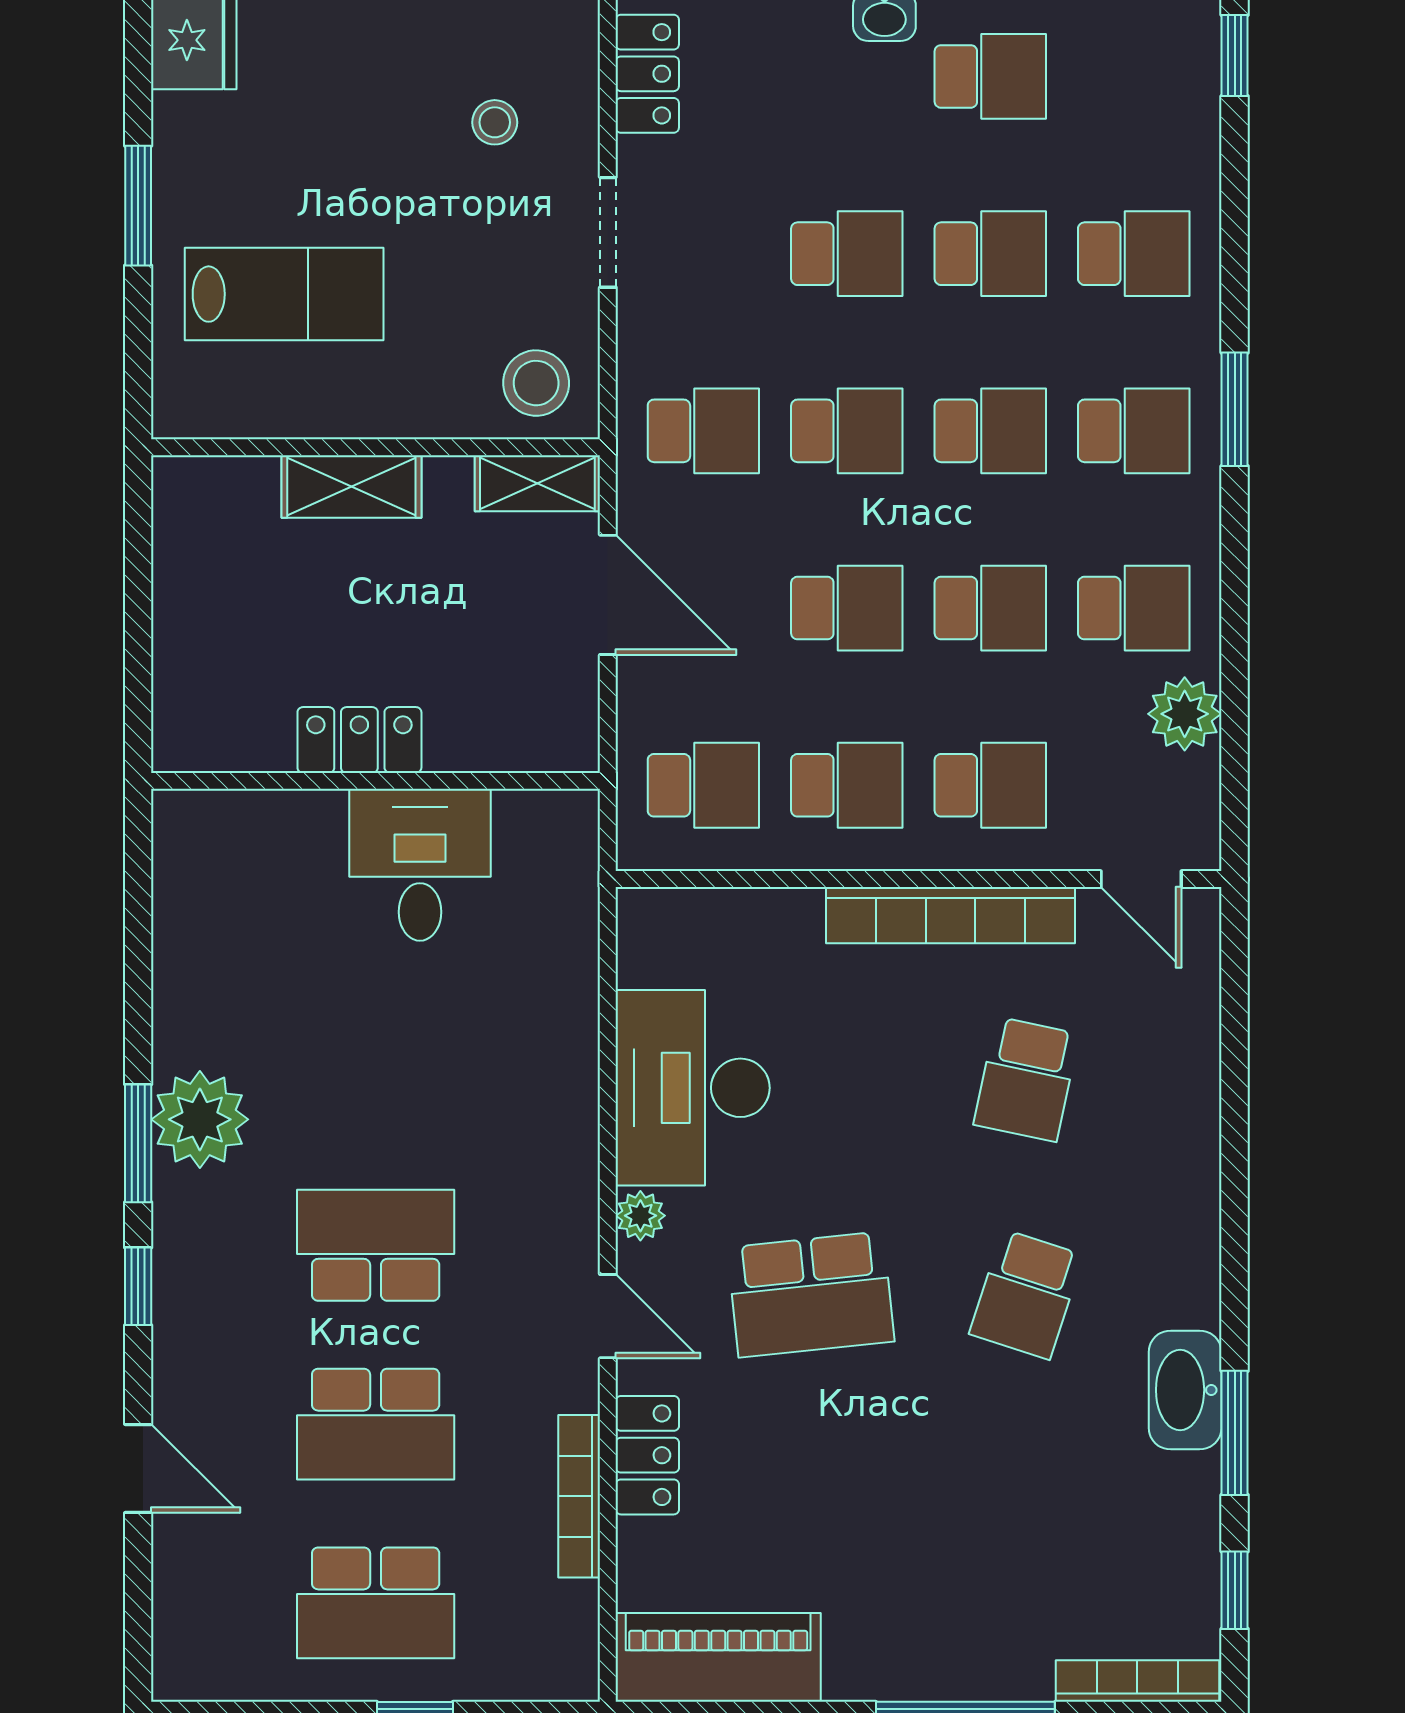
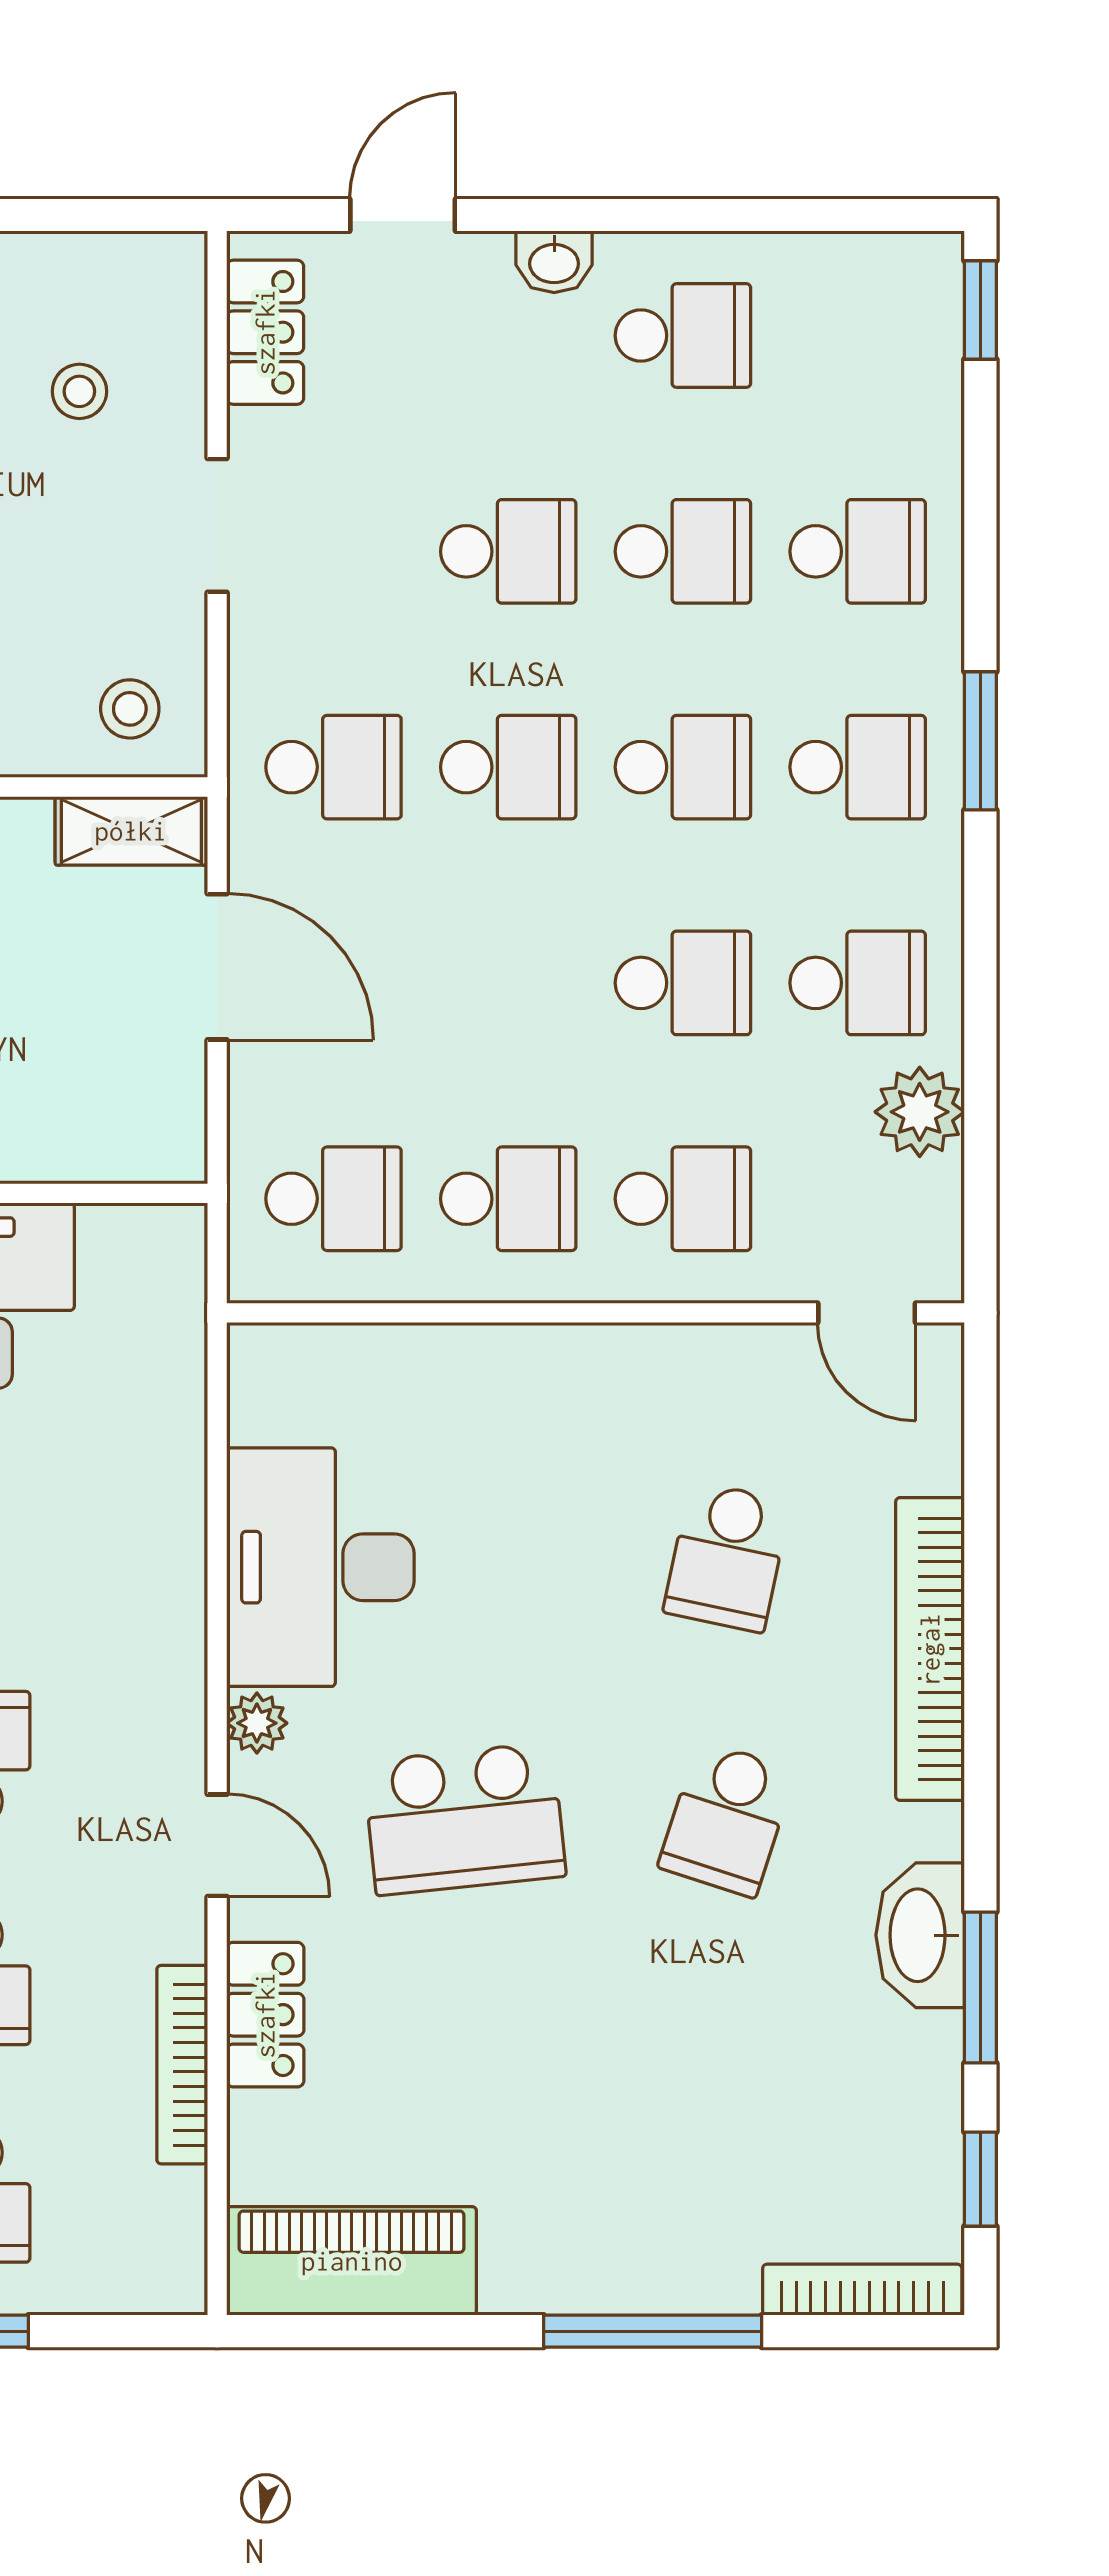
stool: (536, 383) -> (130, 709), width x0.73, depth x0.73
school desk: (847, 608) -> (508, 983), removed
bookcase: (950, 915) -> (930, 1649), moved, turned 90

